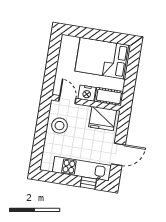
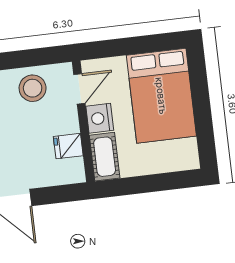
bed: (103, 58) -> (161, 96), moved, turned 180
fridge: (103, 119) -> (68, 146), width x0.53, depth x0.75

